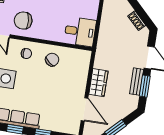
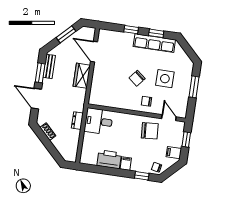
dresser: (104, 33) -> (77, 121), added
chair: (52, 60) -> (137, 78), moved
bench: (137, 82) -> (49, 66), moved

